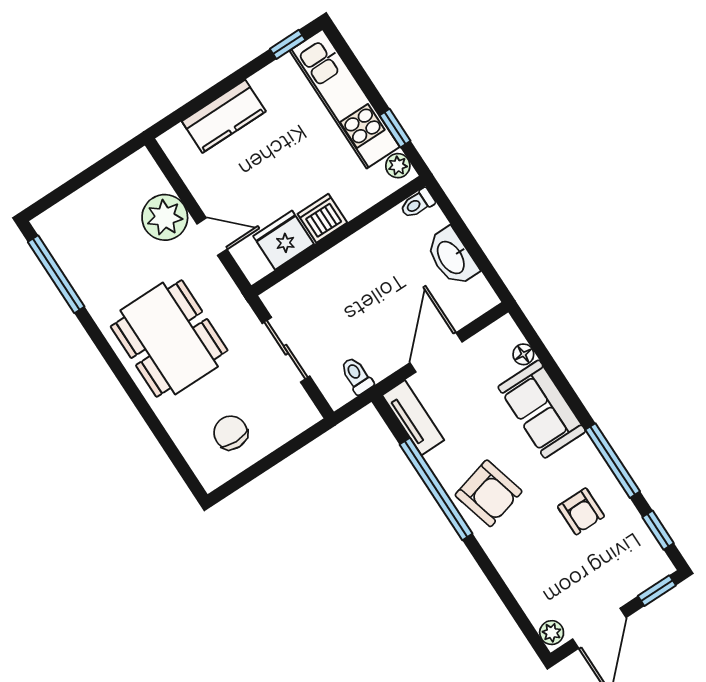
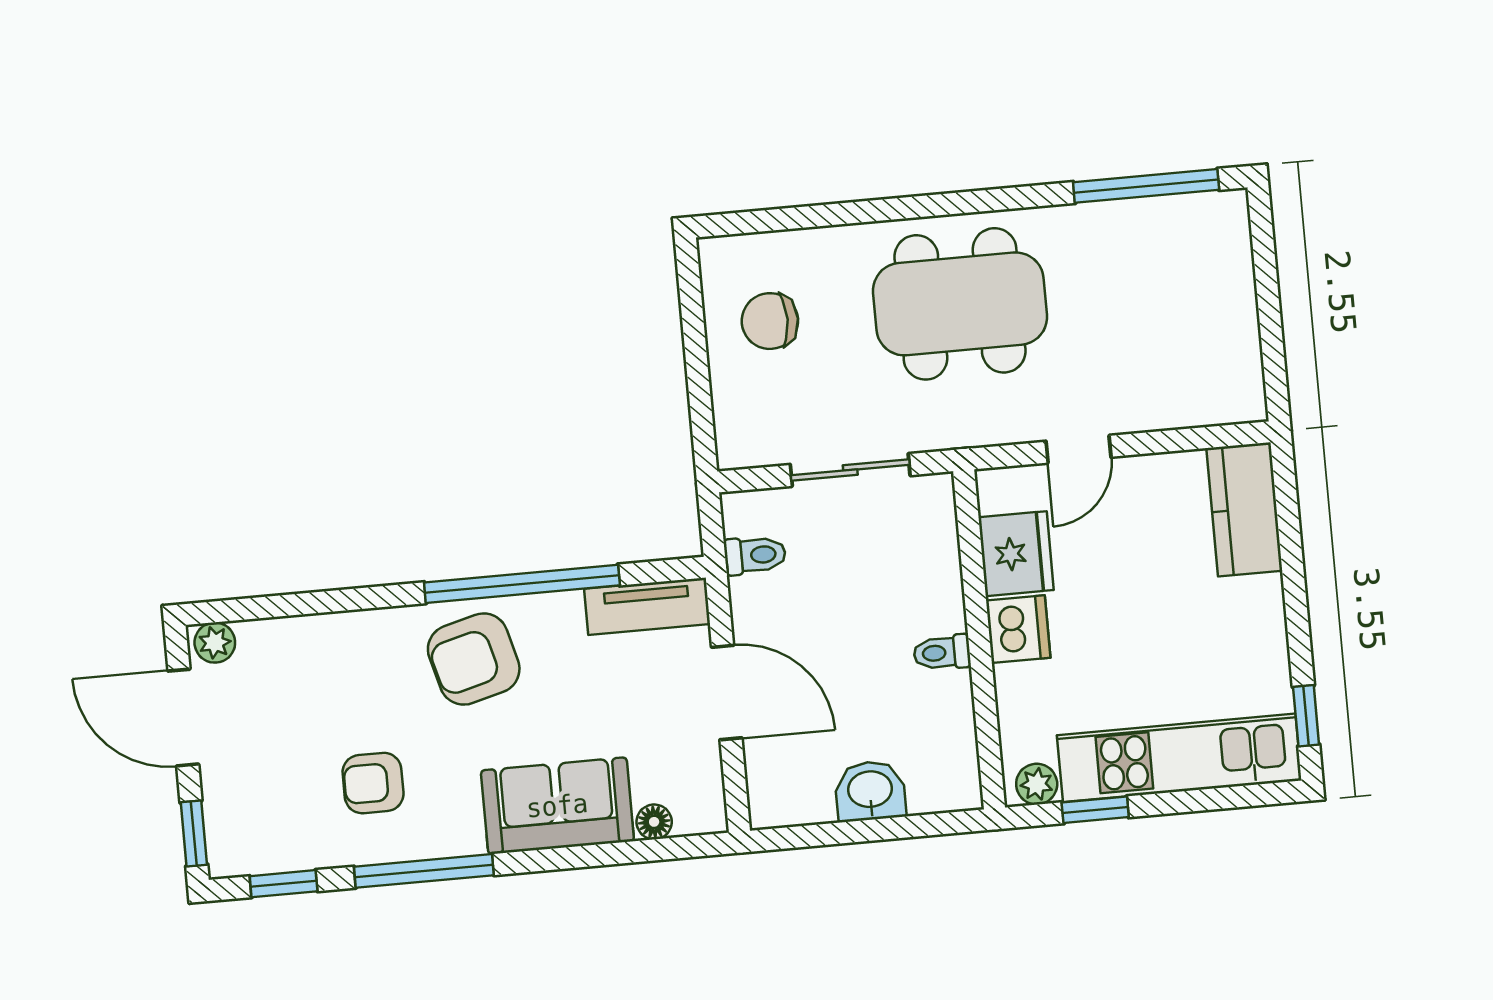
kitchen counter: (224, 116) -> (1244, 509), moved
toilet: (417, 203) -> (942, 653), moved, turned -90
plant: (165, 217) -> (1145, 394), removed
washbasin: (452, 257) -> (870, 791), width x0.72
chair: (231, 433) -> (770, 321), turned 180

